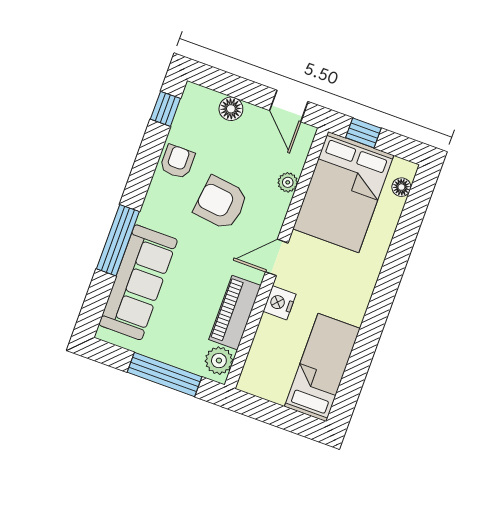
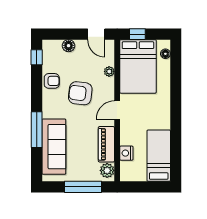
armchair: (177, 162) -> (52, 81), turned 90
nightstand: (279, 303) -> (126, 153), moved

